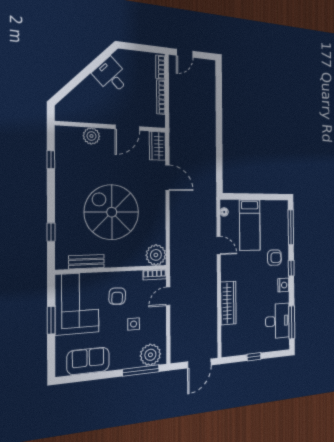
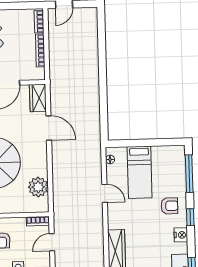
plant: (156, 255) -> (38, 187), moved

